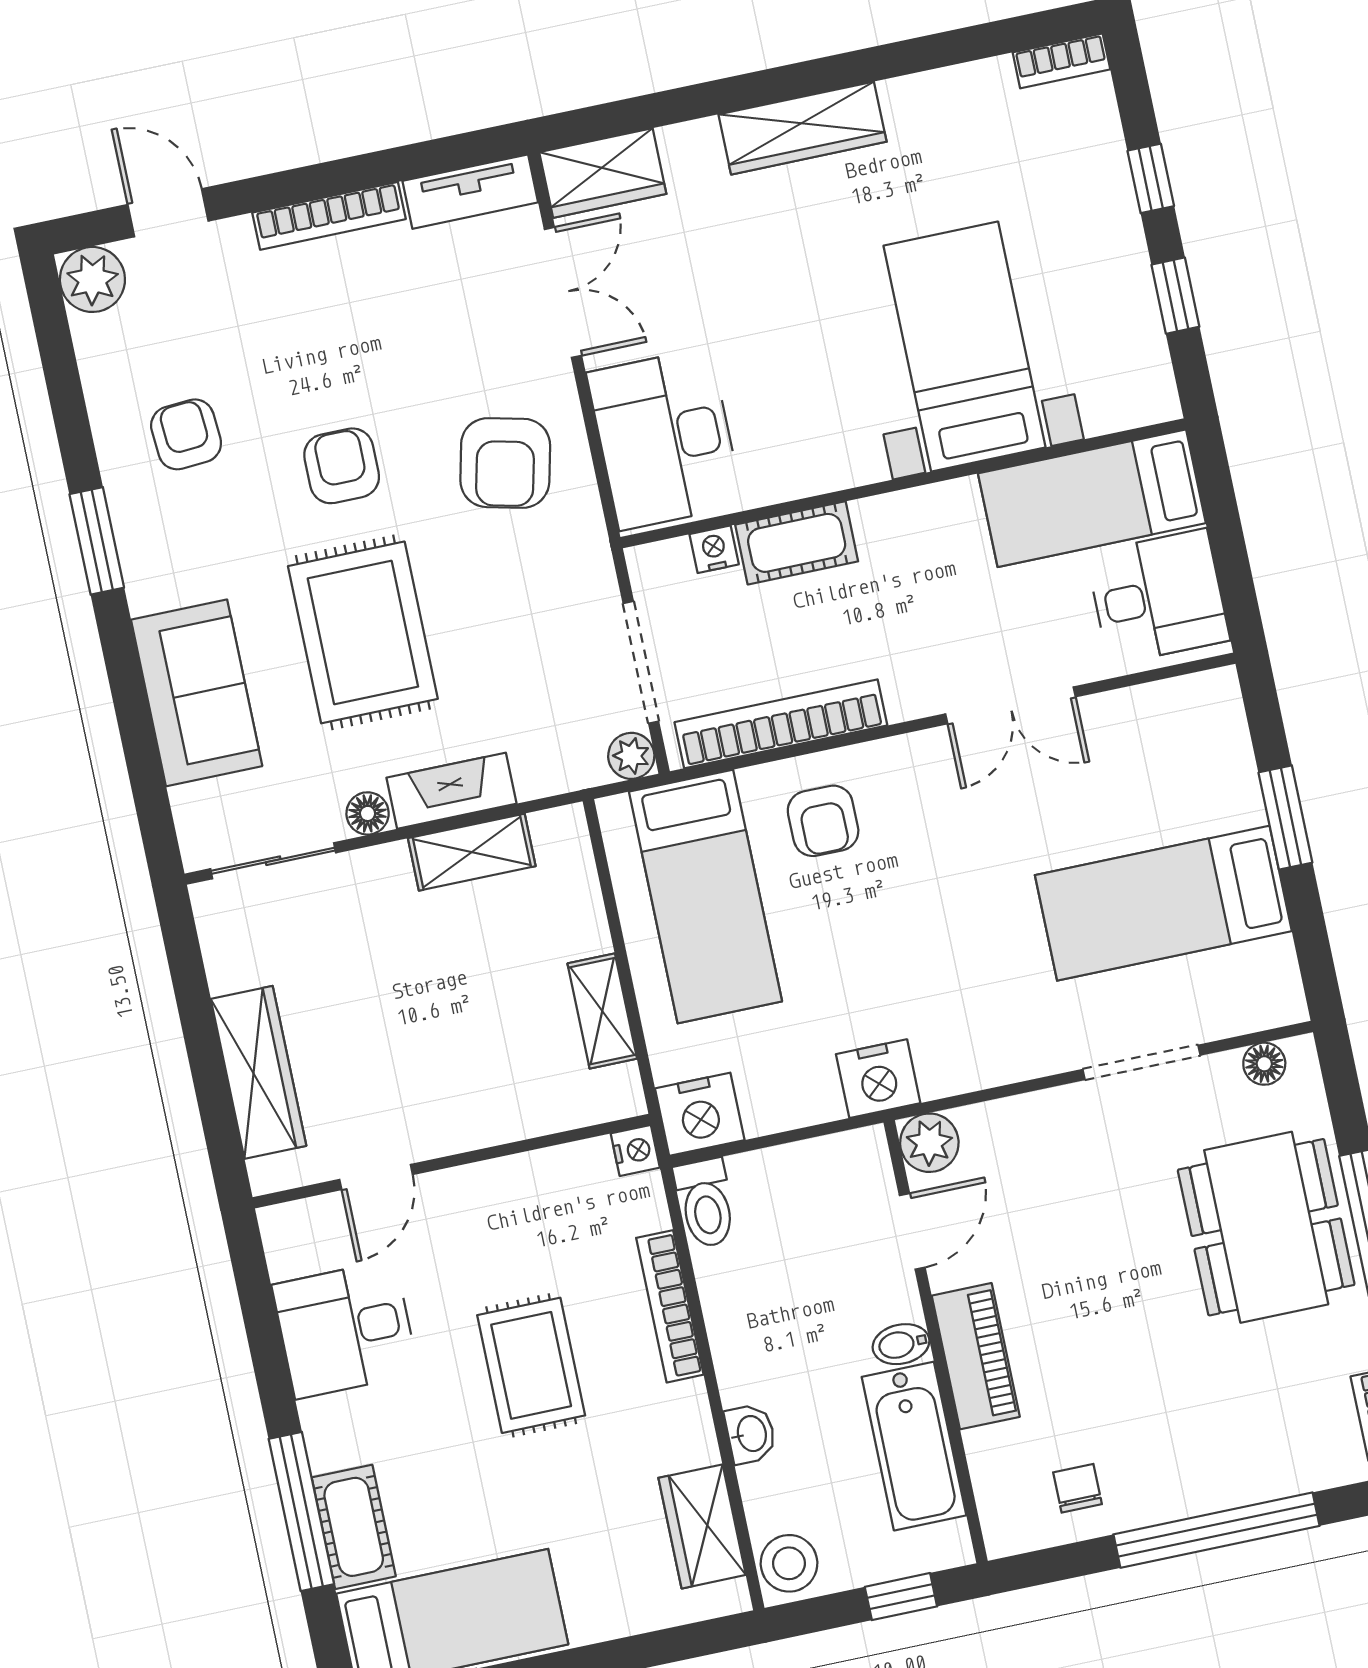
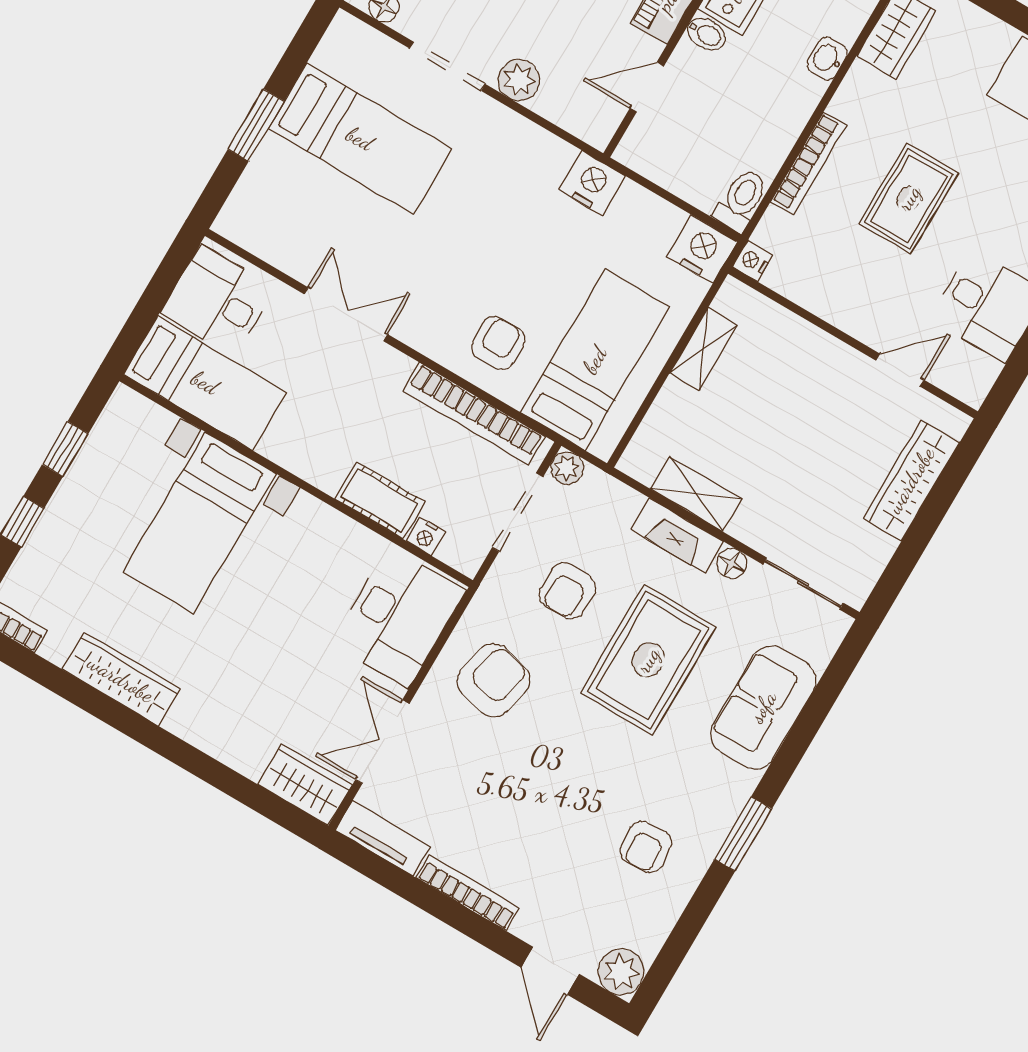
wardrobe: (802, 128) -> (121, 679), moved
armchair: (342, 466) -> (567, 591), moved
plant: (929, 1143) -> (519, 80), moved

